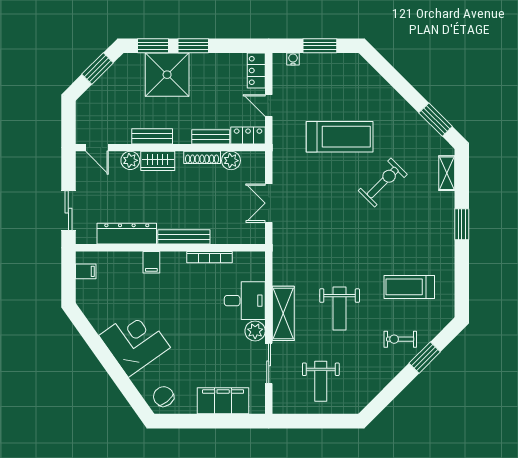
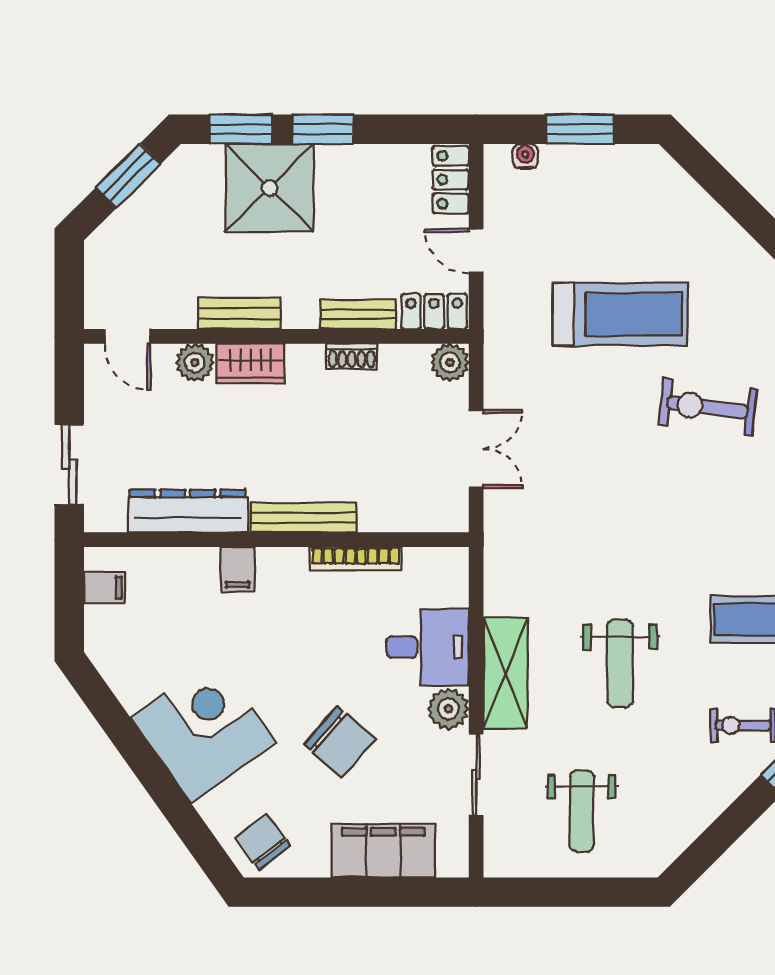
shoe rack: (202, 157) -> (352, 356), width x0.70
plant: (231, 161) -> (450, 362), moved
exercise bike: (383, 182) -> (708, 407), turned -128
double door: (269, 203) -> (476, 449), swing flipped
chair: (202, 347) -> (340, 742), added

